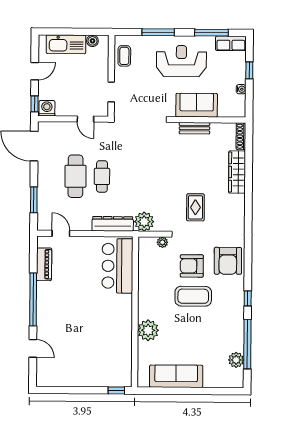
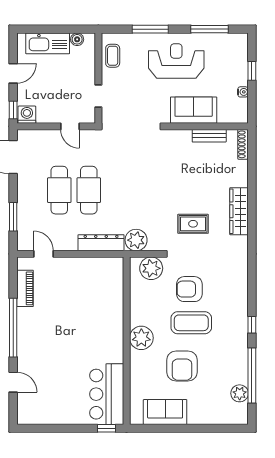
row of seats: (231, 43) -> (231, 41), removed
bench: (194, 128) -> (209, 136), moved
wardrobe: (237, 172) -> (239, 211), moved
cafe table: (102, 176) -> (89, 190), width x1.37, depth x1.35
rug: (195, 207) -> (193, 224), turned 90
plant: (162, 242) -> (151, 268), width x1.88, depth x1.88
armchair: (228, 261) -> (182, 366), moved
bar counter: (117, 266) -> (107, 394), moved
plant: (148, 330) -> (141, 338), moved
sofa: (176, 376) -> (165, 412), width x0.73

